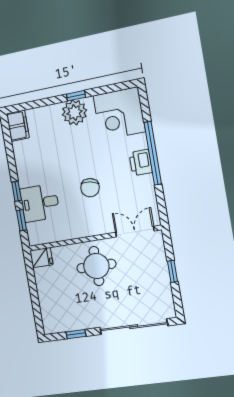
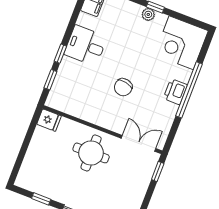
plant: (74, 112) -> (148, 14), width x0.53, depth x0.53
desk: (40, 203) -> (86, 46), moved
window: (173, 271) -> (158, 171), moved

